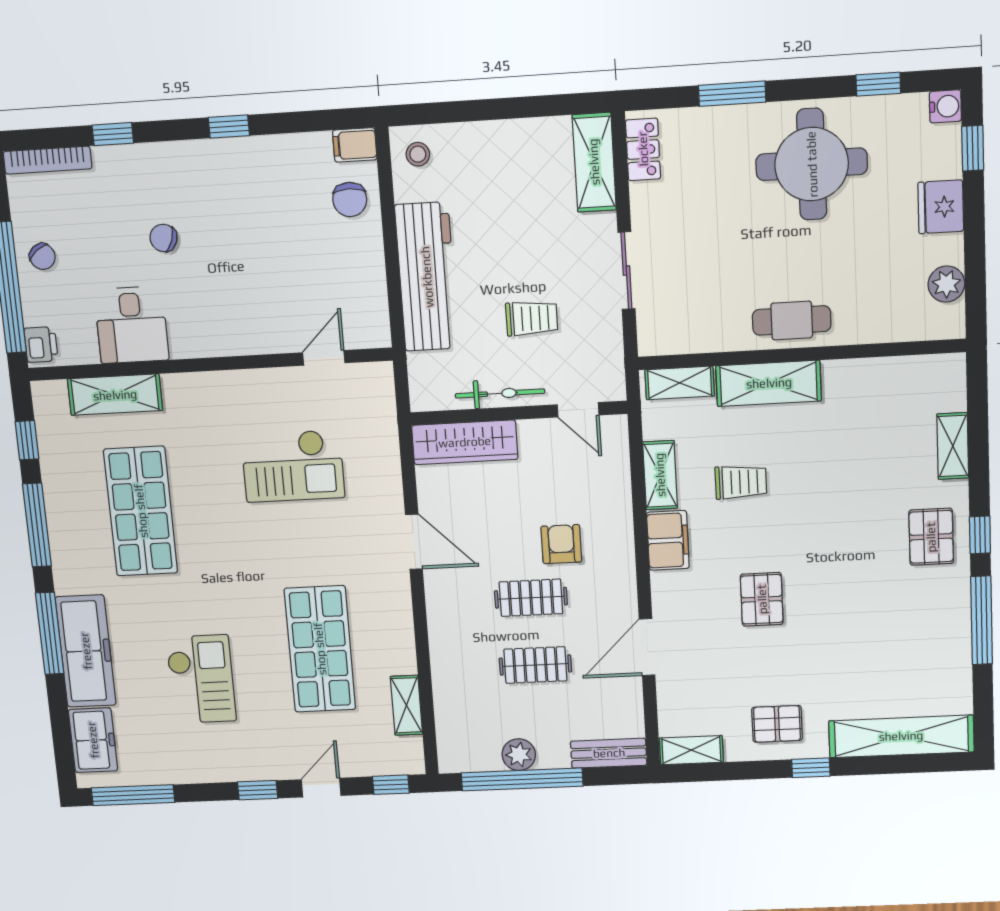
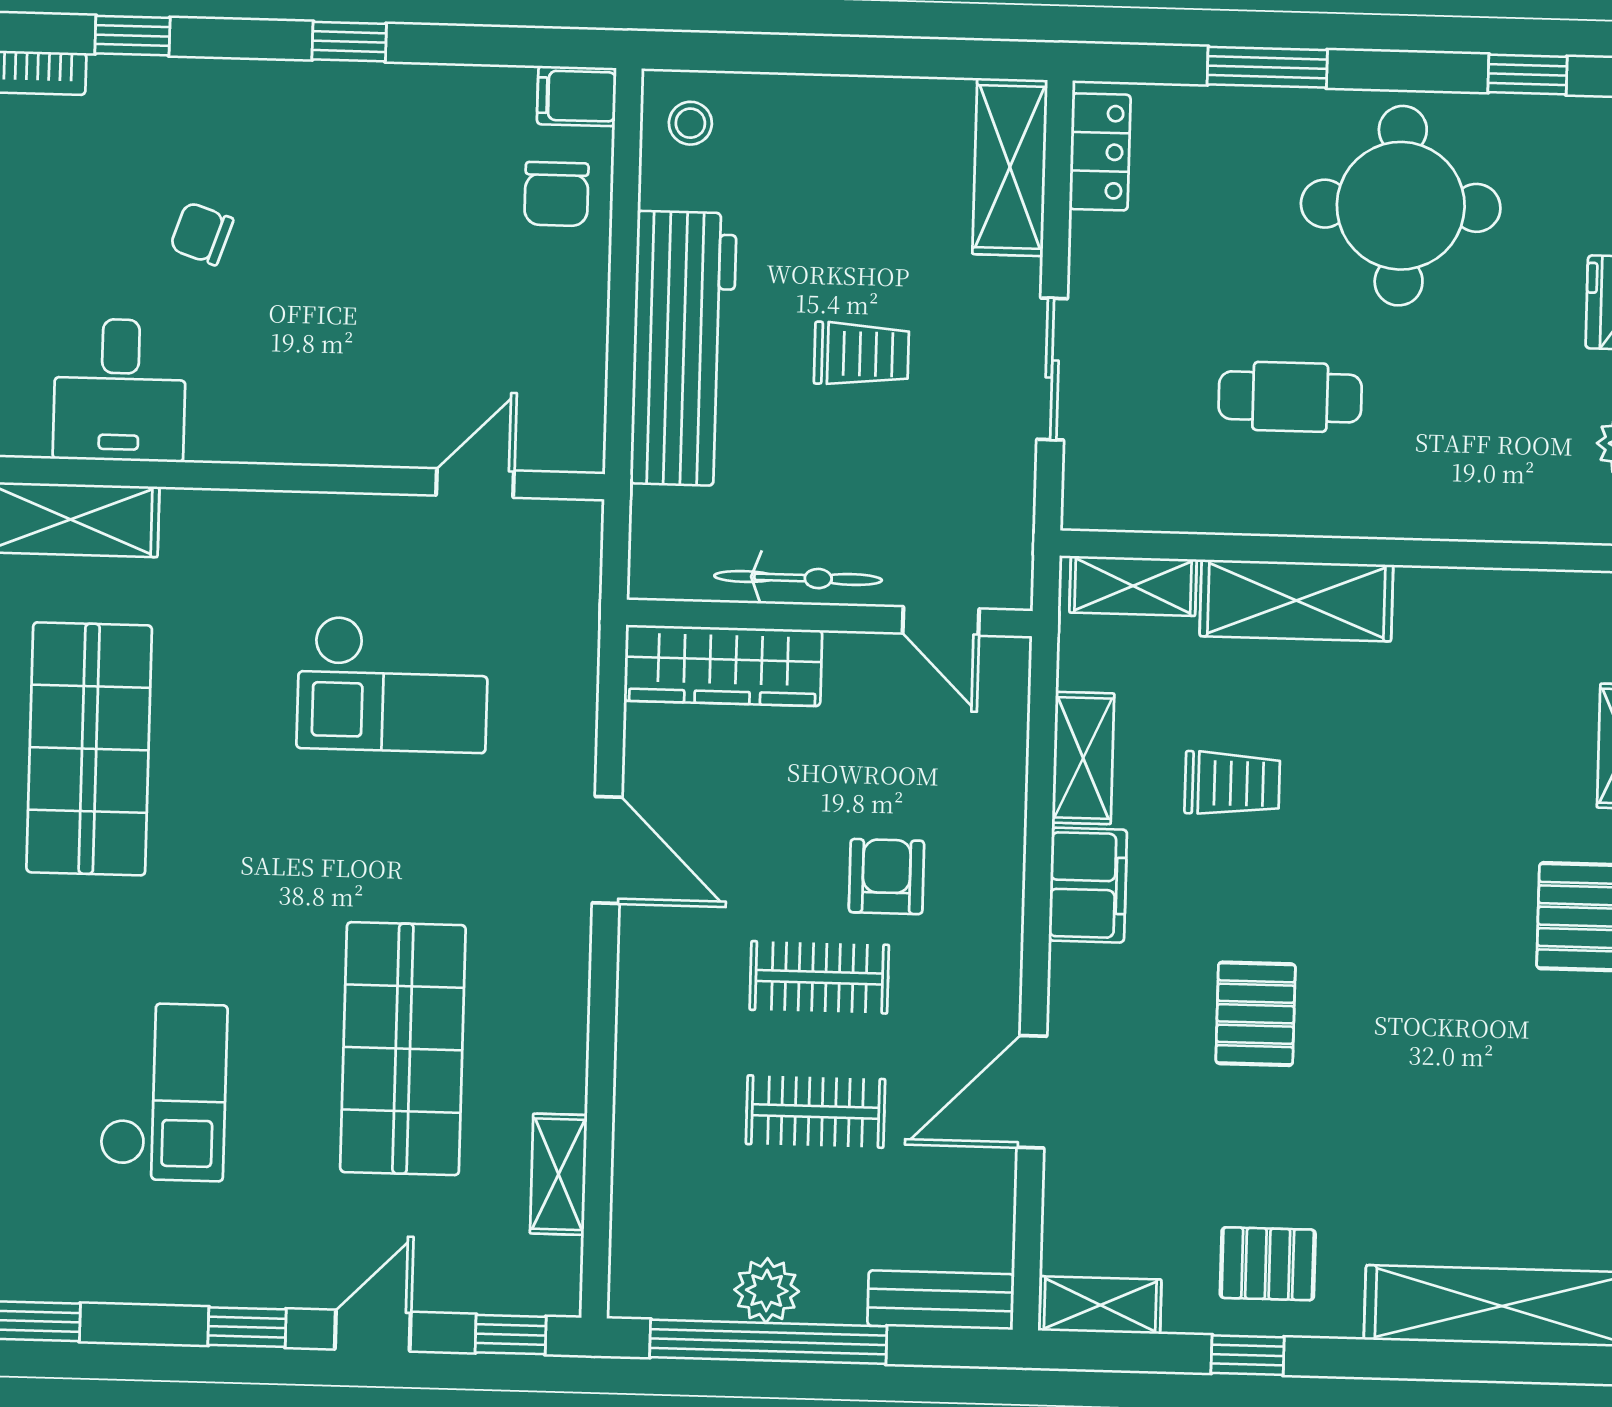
trolley: (532, 318) -> (861, 354), moved
cafe table: (792, 320) -> (1290, 397), moved
window: (811, 768) -> (1248, 1355), moved

